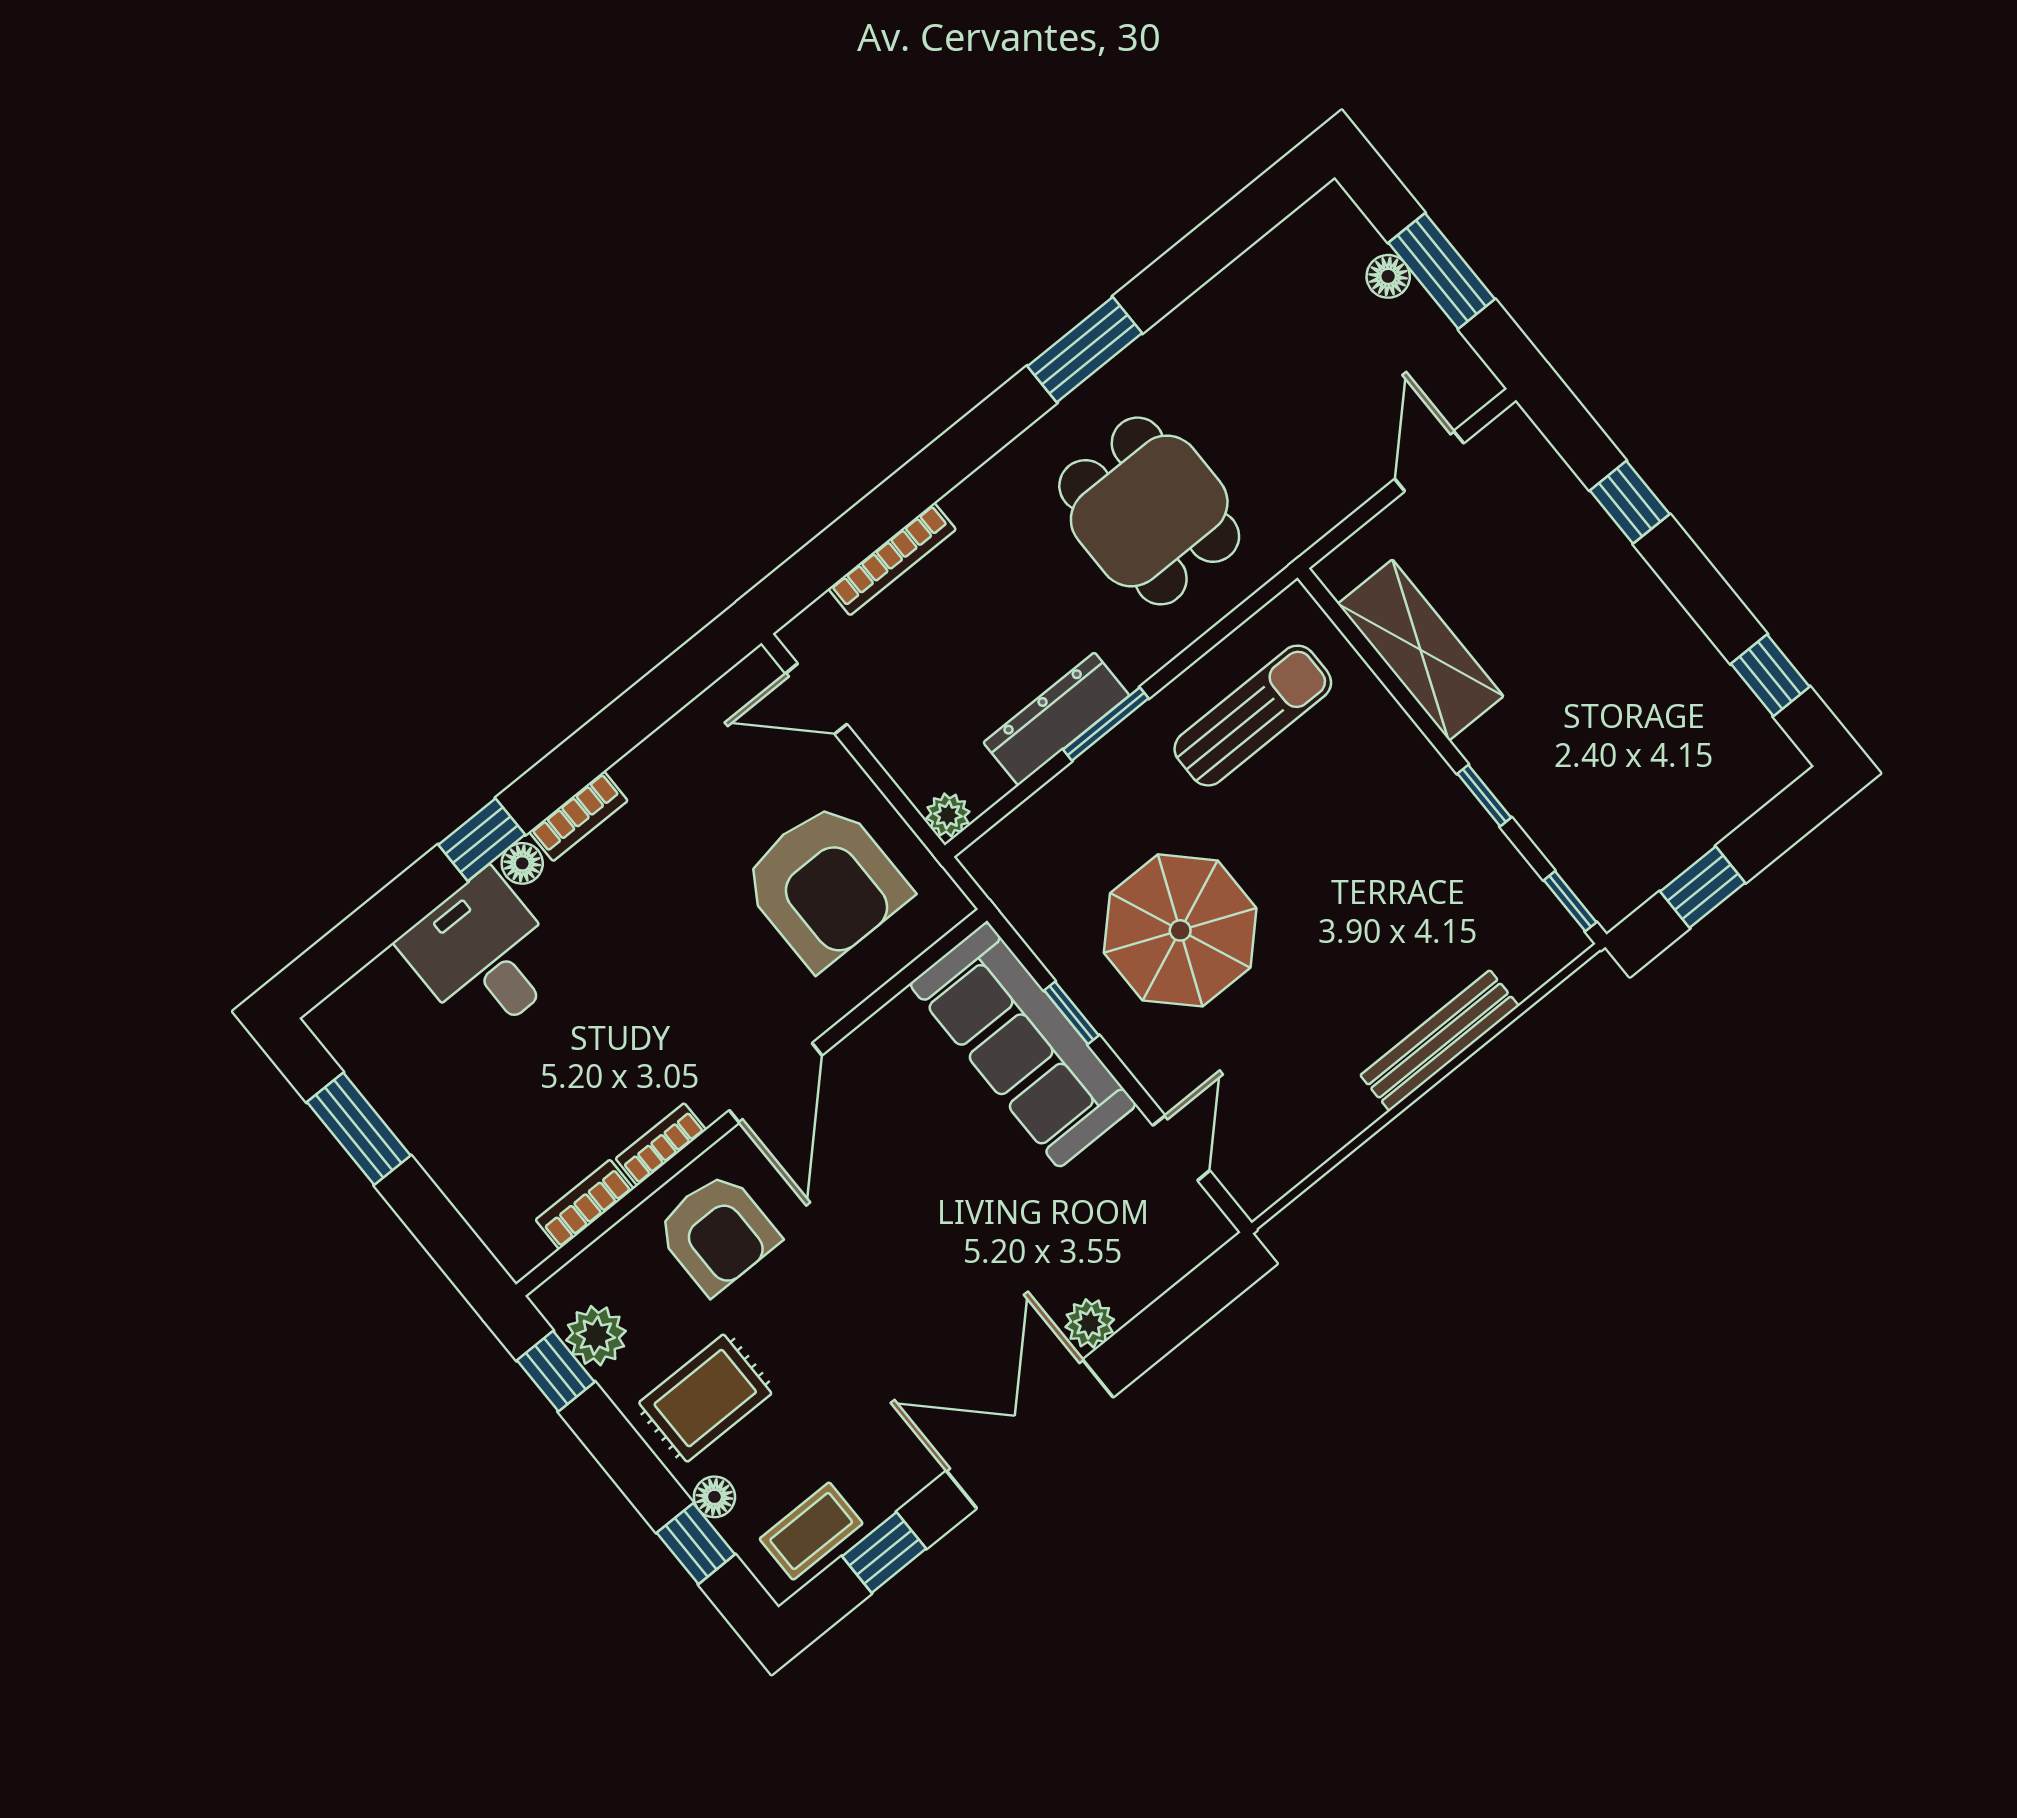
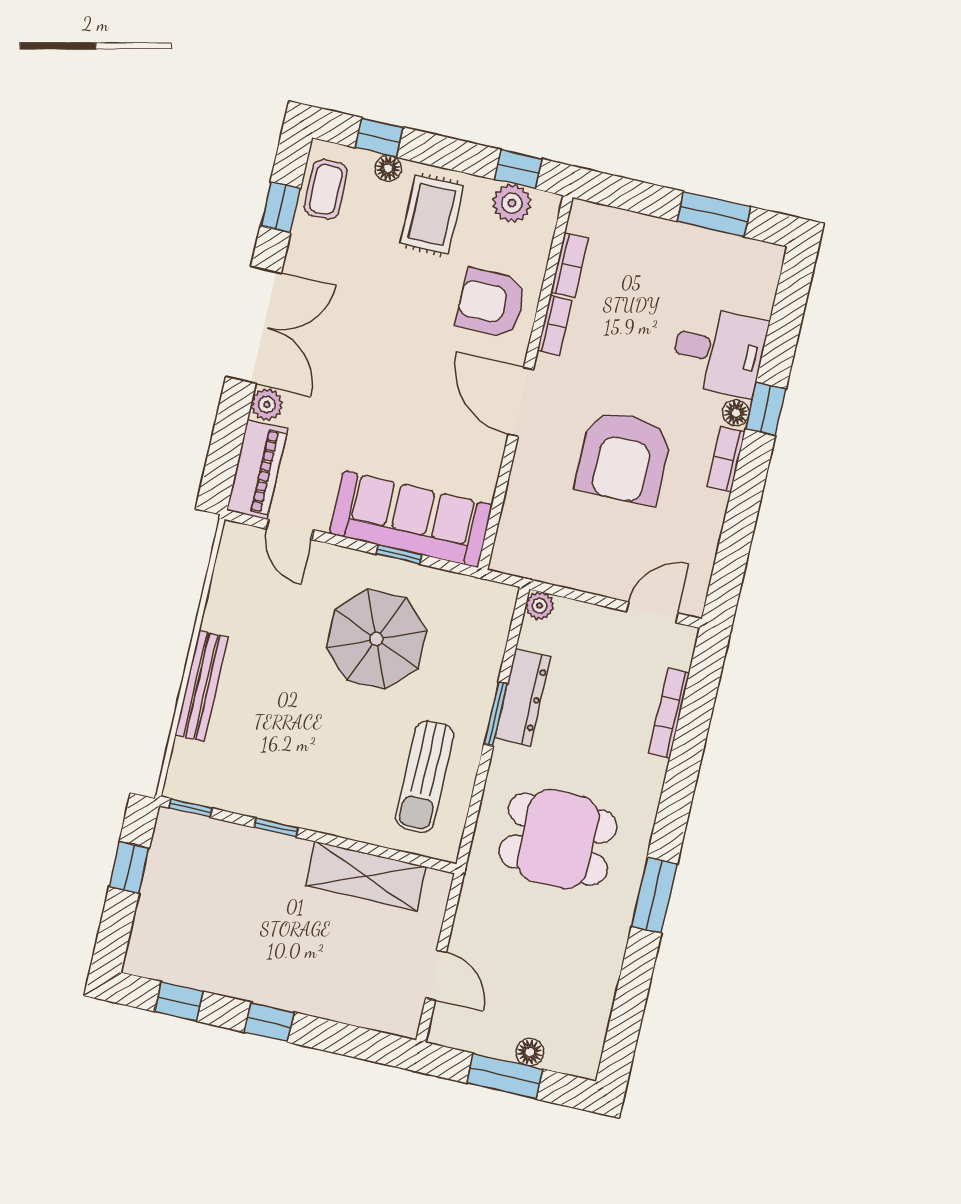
window: (1630, 502) -> (269, 1022), moved
armchair: (825, 885) -> (624, 457), moved, turned -90
piano: (1164, 1253) -> (257, 469), added

